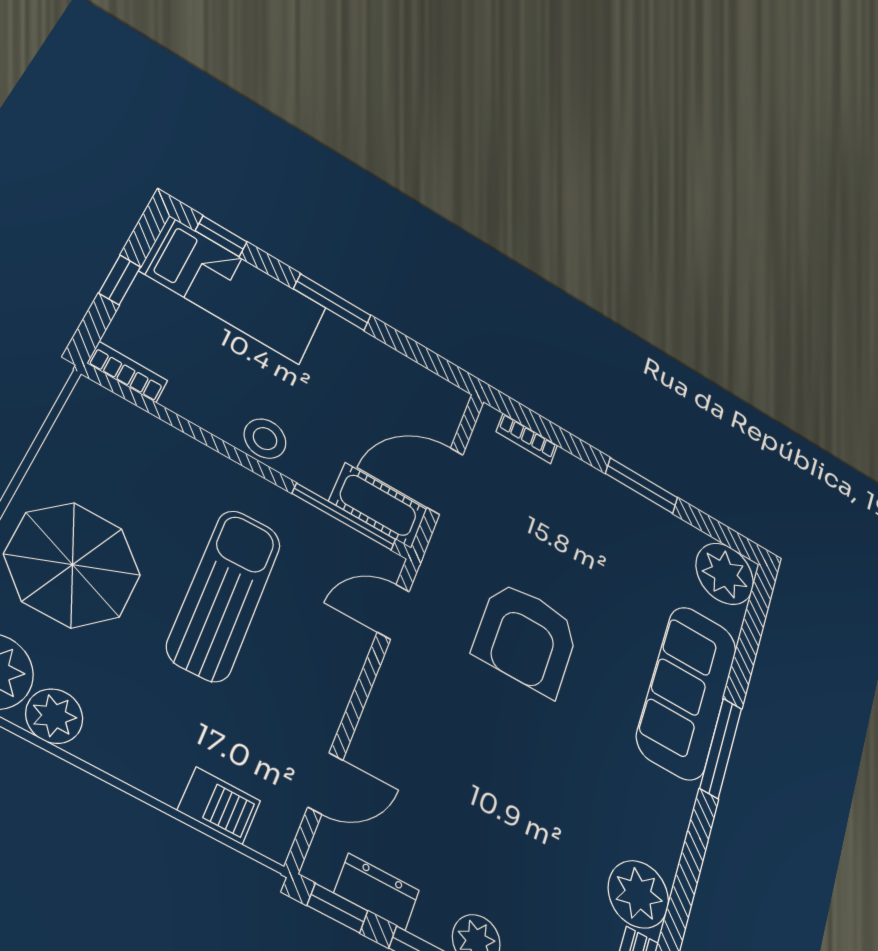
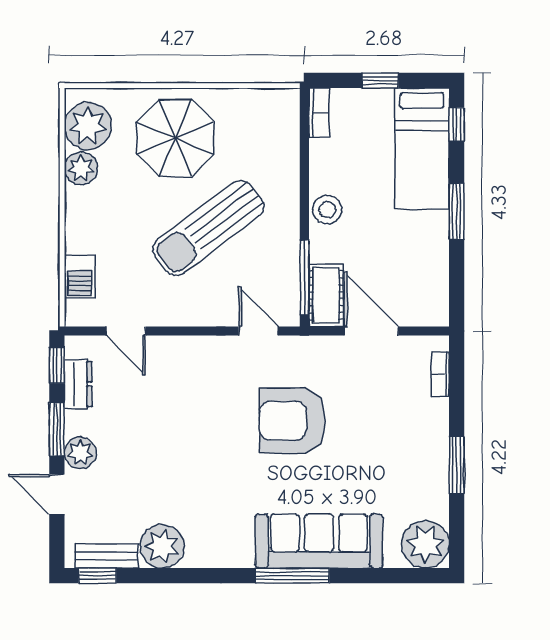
sun lounger: (224, 595) -> (208, 228), turned 145

